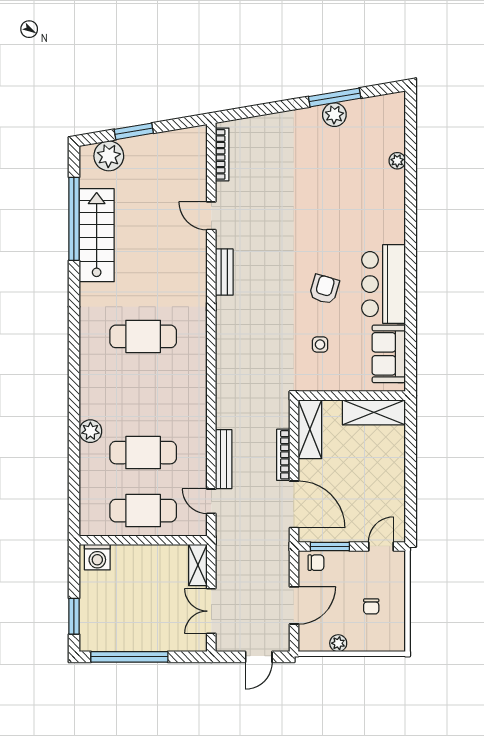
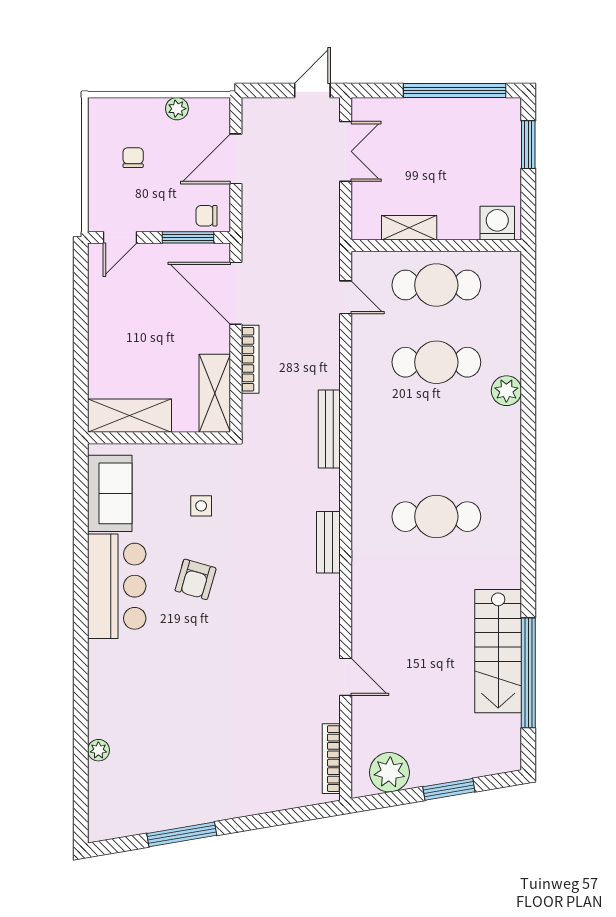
plant: (334, 115) -> (182, 811), removed
plant: (109, 156) -> (389, 772), moved
bench: (224, 272) -> (328, 542), moved
bench: (224, 459) -> (329, 429), moved
shelving: (198, 565) -> (409, 228), moved, turned 90
door: (259, 657) -> (312, 90), moved

